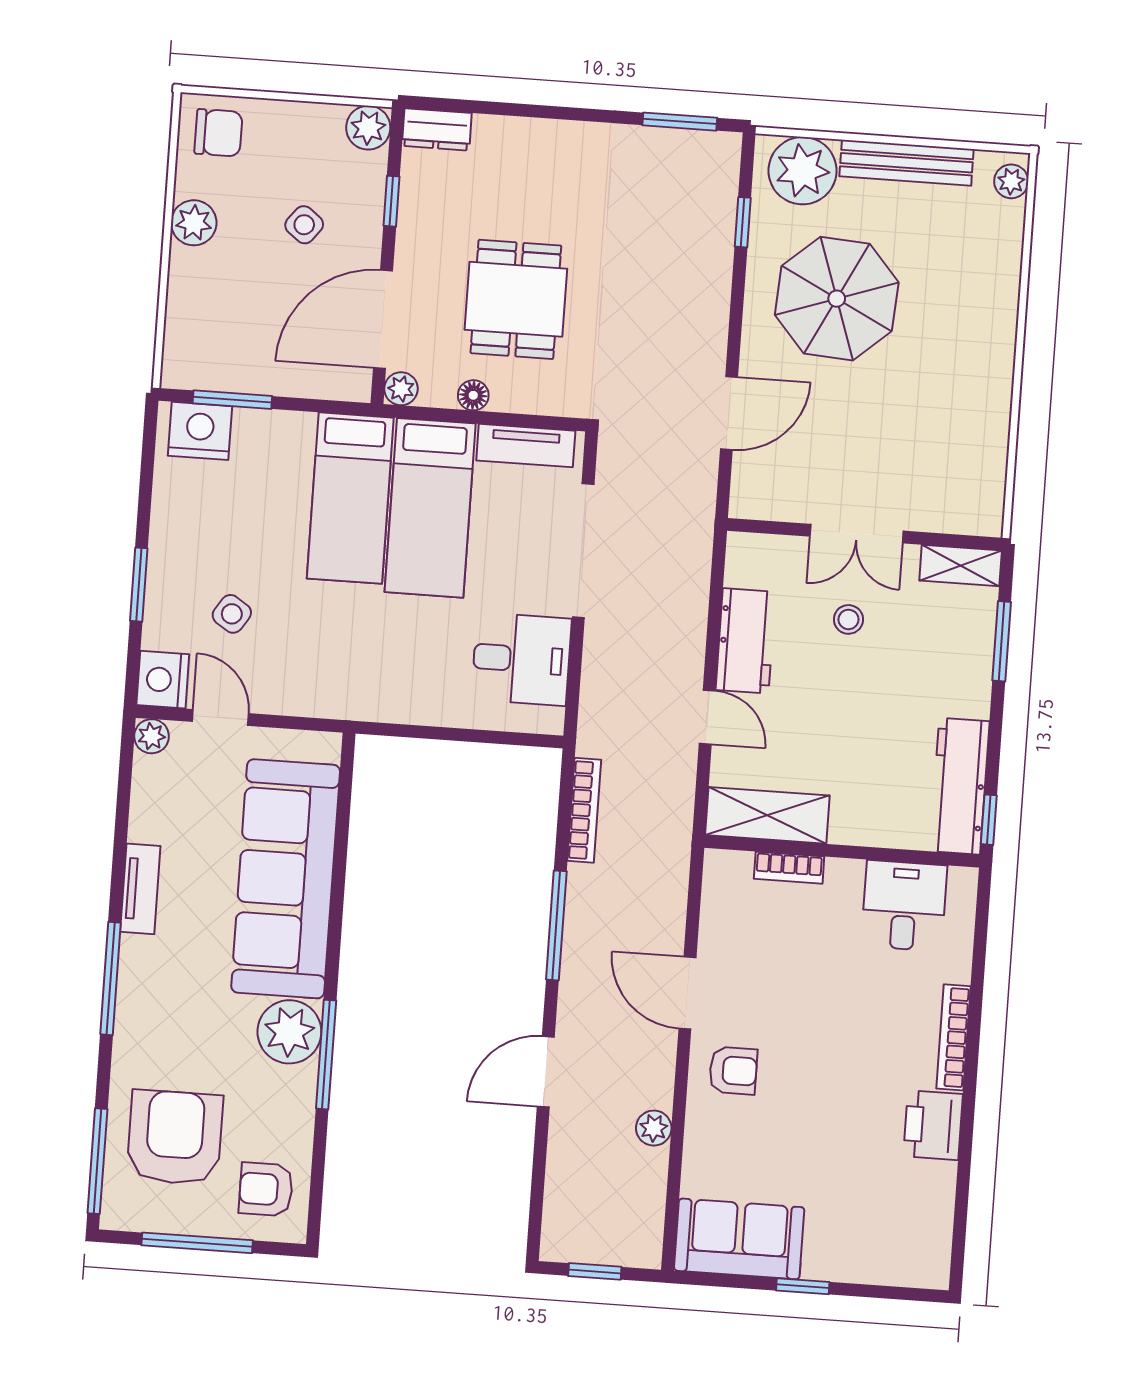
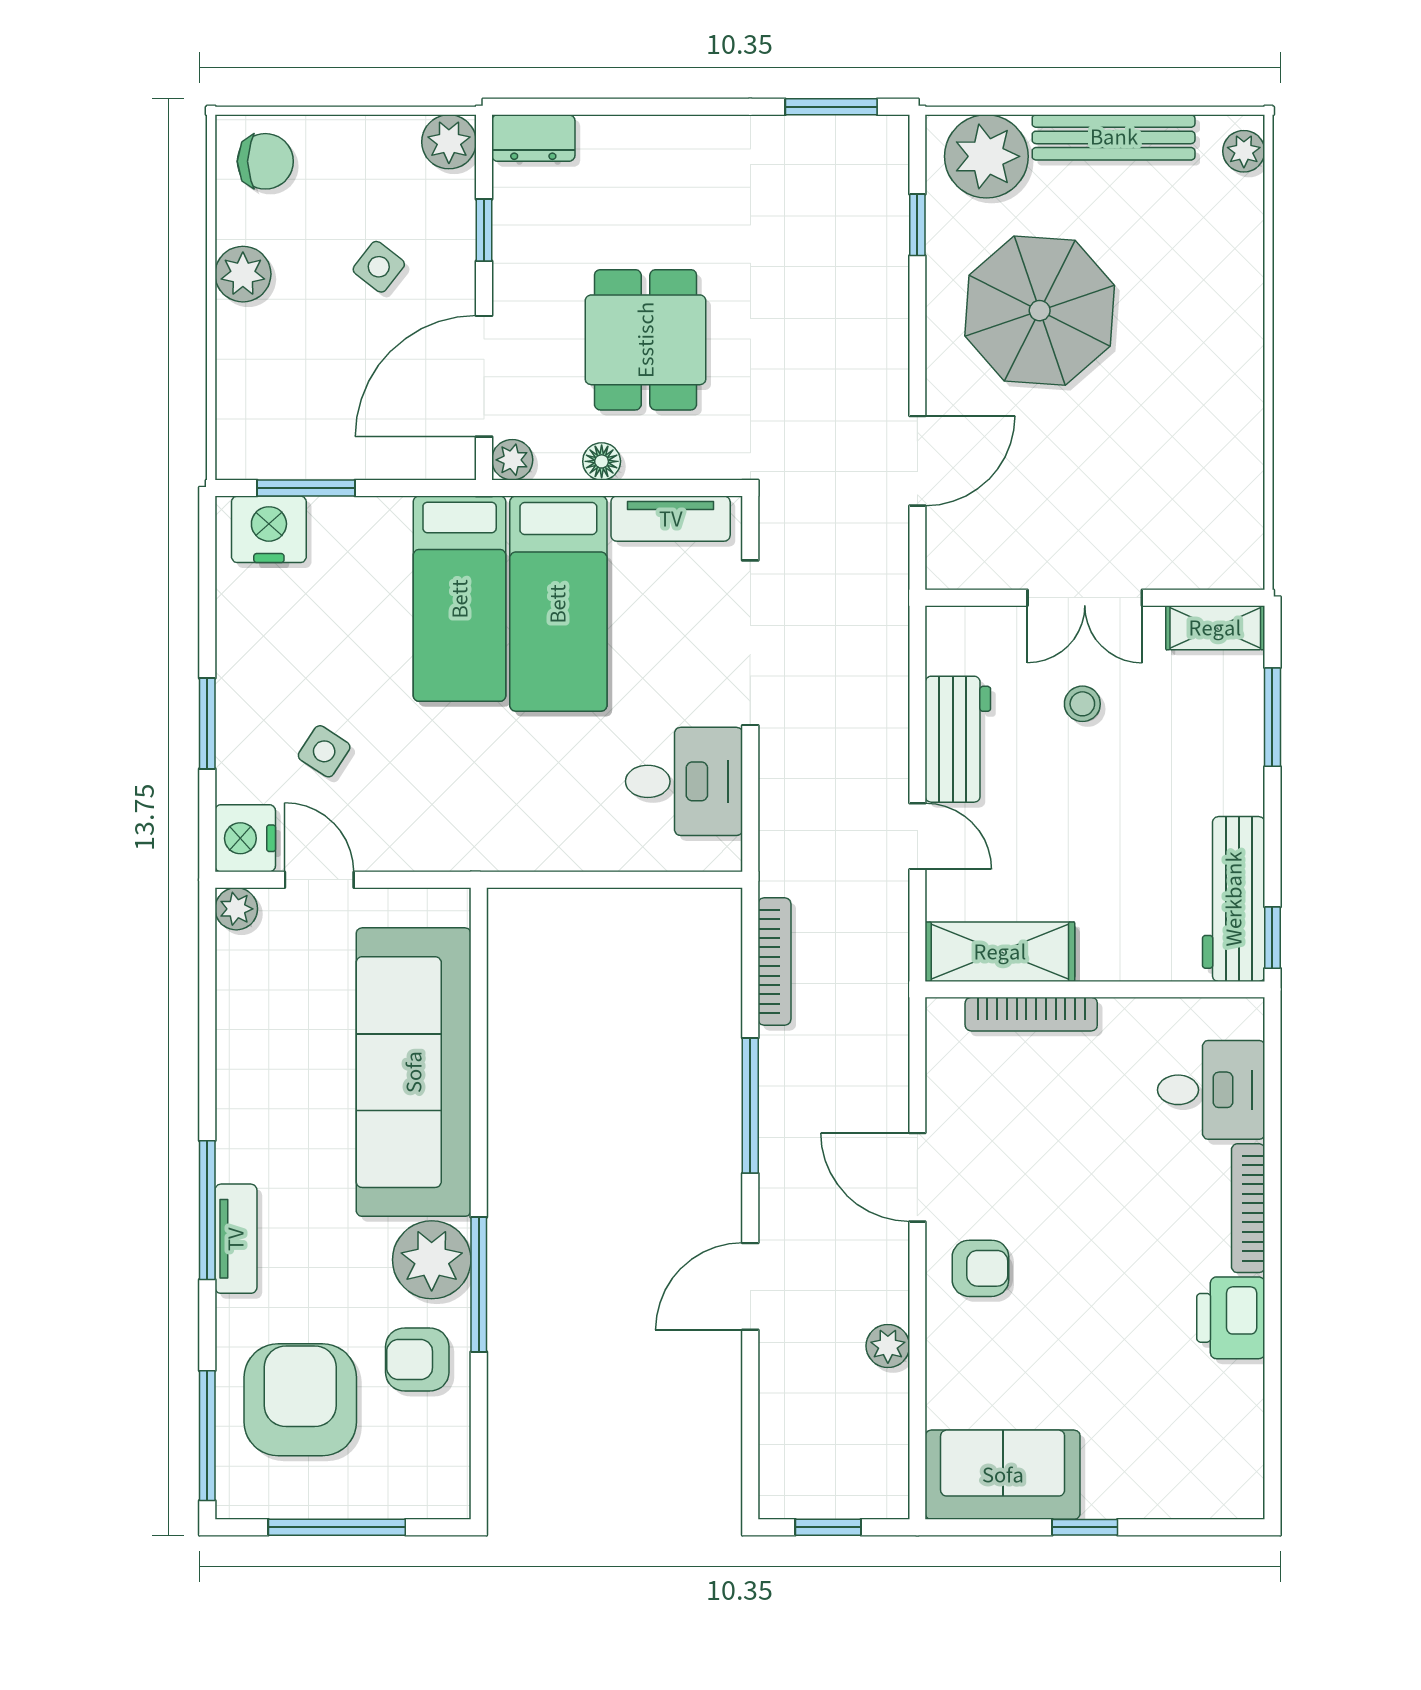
bookcase: (789, 868) -> (1031, 1014), width x1.56
tv unit: (140, 889) -> (236, 1239), moved
desk: (904, 906) -> (1211, 1090), moved, turned 90
armchair: (266, 1189) -> (417, 1360), moved

